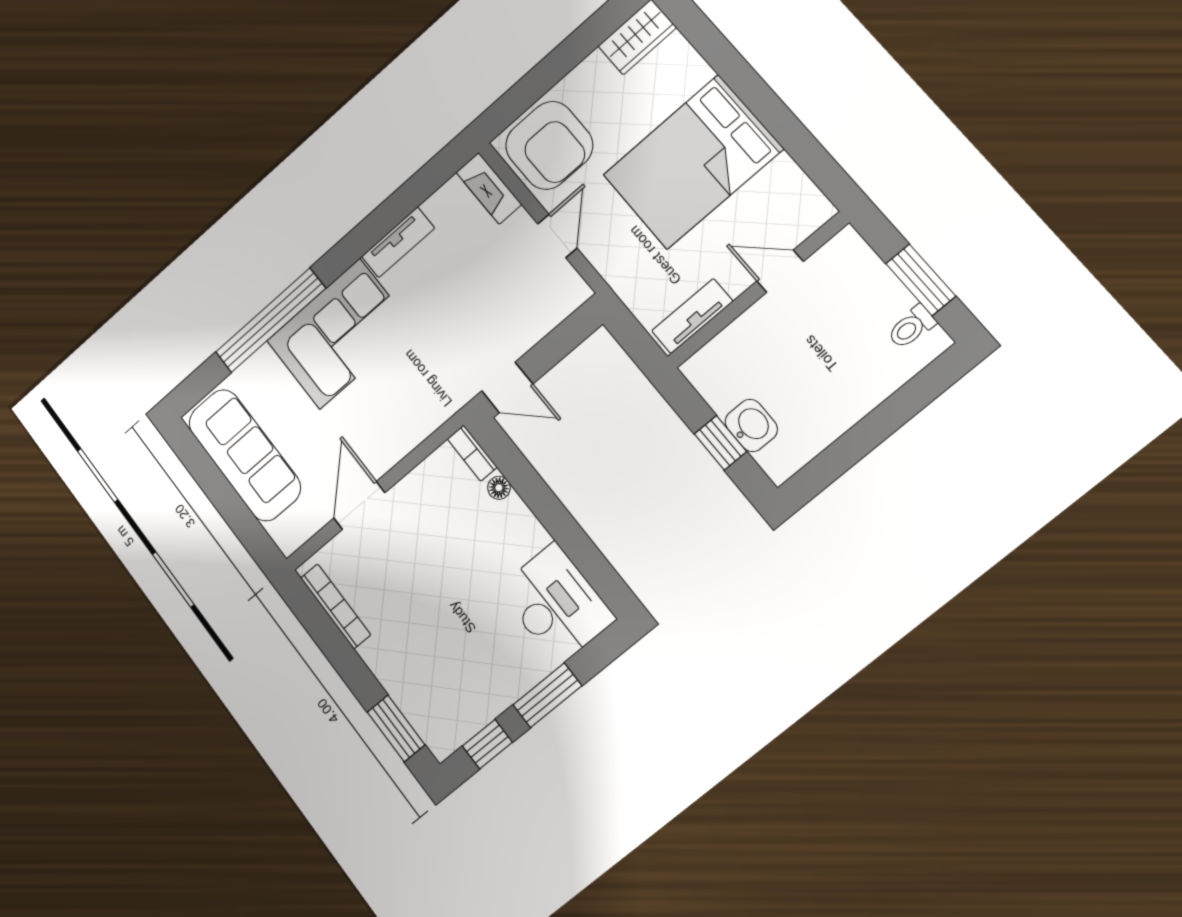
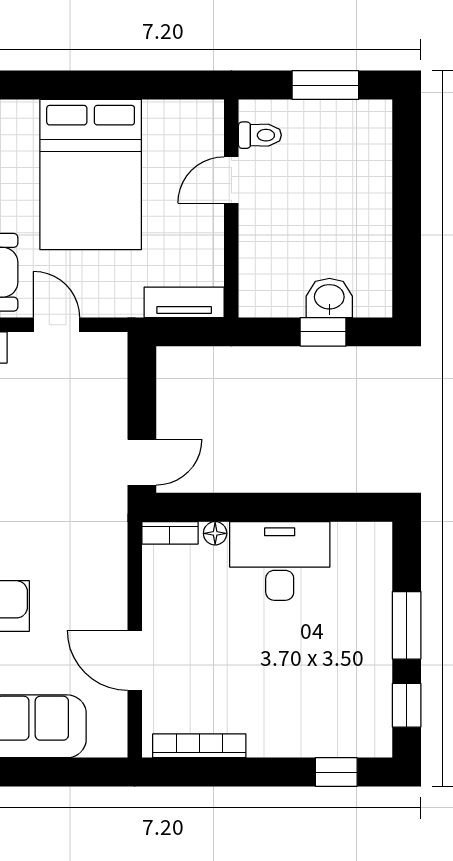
tv unit: (692, 316) -> (184, 302), moved, turned 90
toilet: (911, 327) -> (260, 135), moved, turned -90
desk: (556, 604) -> (280, 561), moved
window: (396, 728) -> (336, 772), width x0.67

